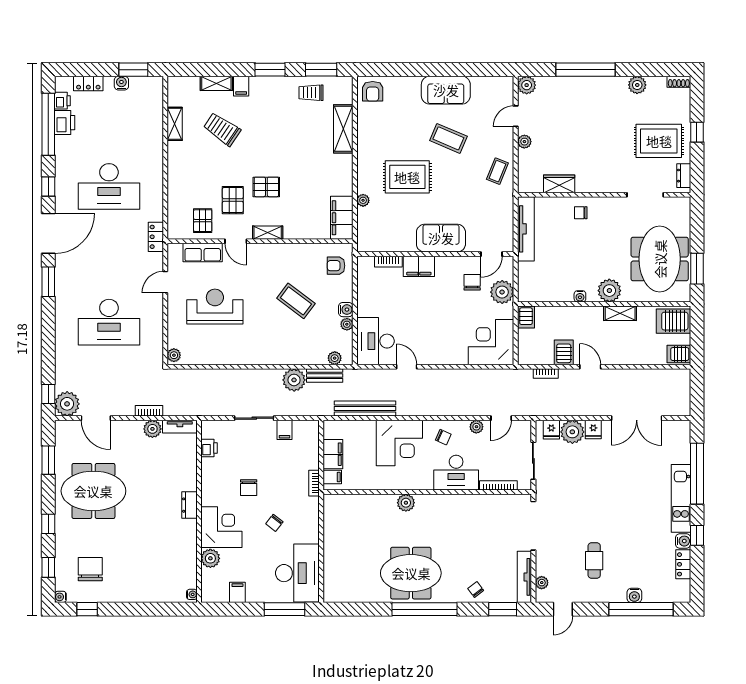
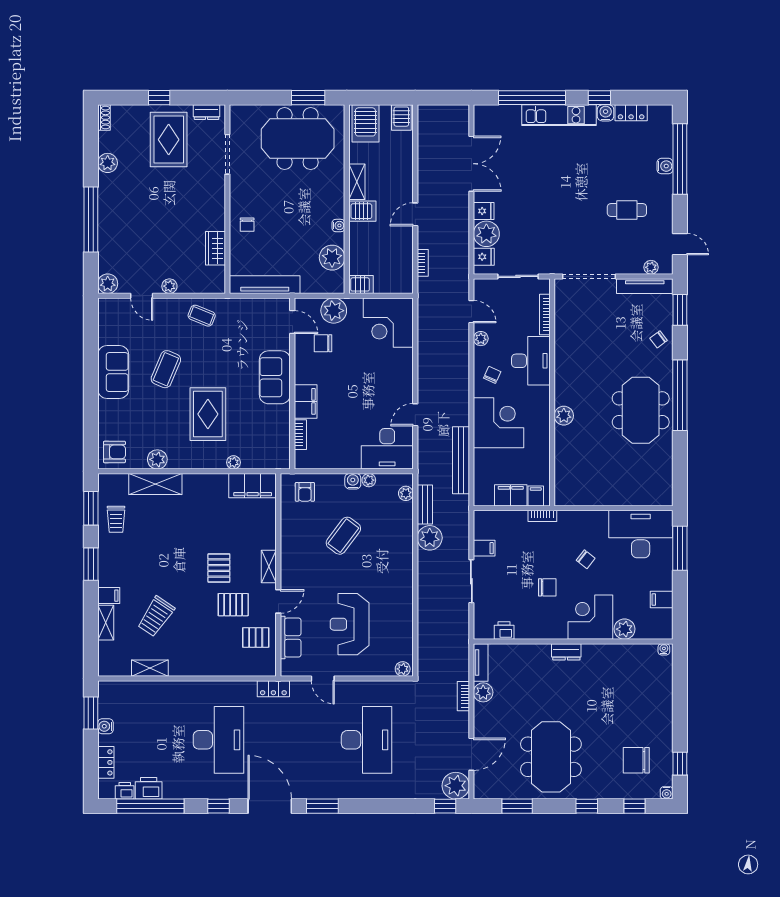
plant: (366, 131) -> (157, 459), added
plant: (609, 291) -> (332, 258), moved
server rack: (564, 352) -> (362, 211), moved, turned 180

